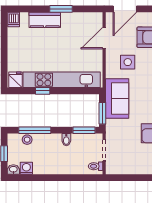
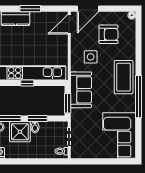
door: (104, 38) -> (69, 24), moved
window: (43, 91) -> (27, 83), moved
window: (84, 130) -> (37, 119), moved
shower: (50, 145) -> (20, 132), added

